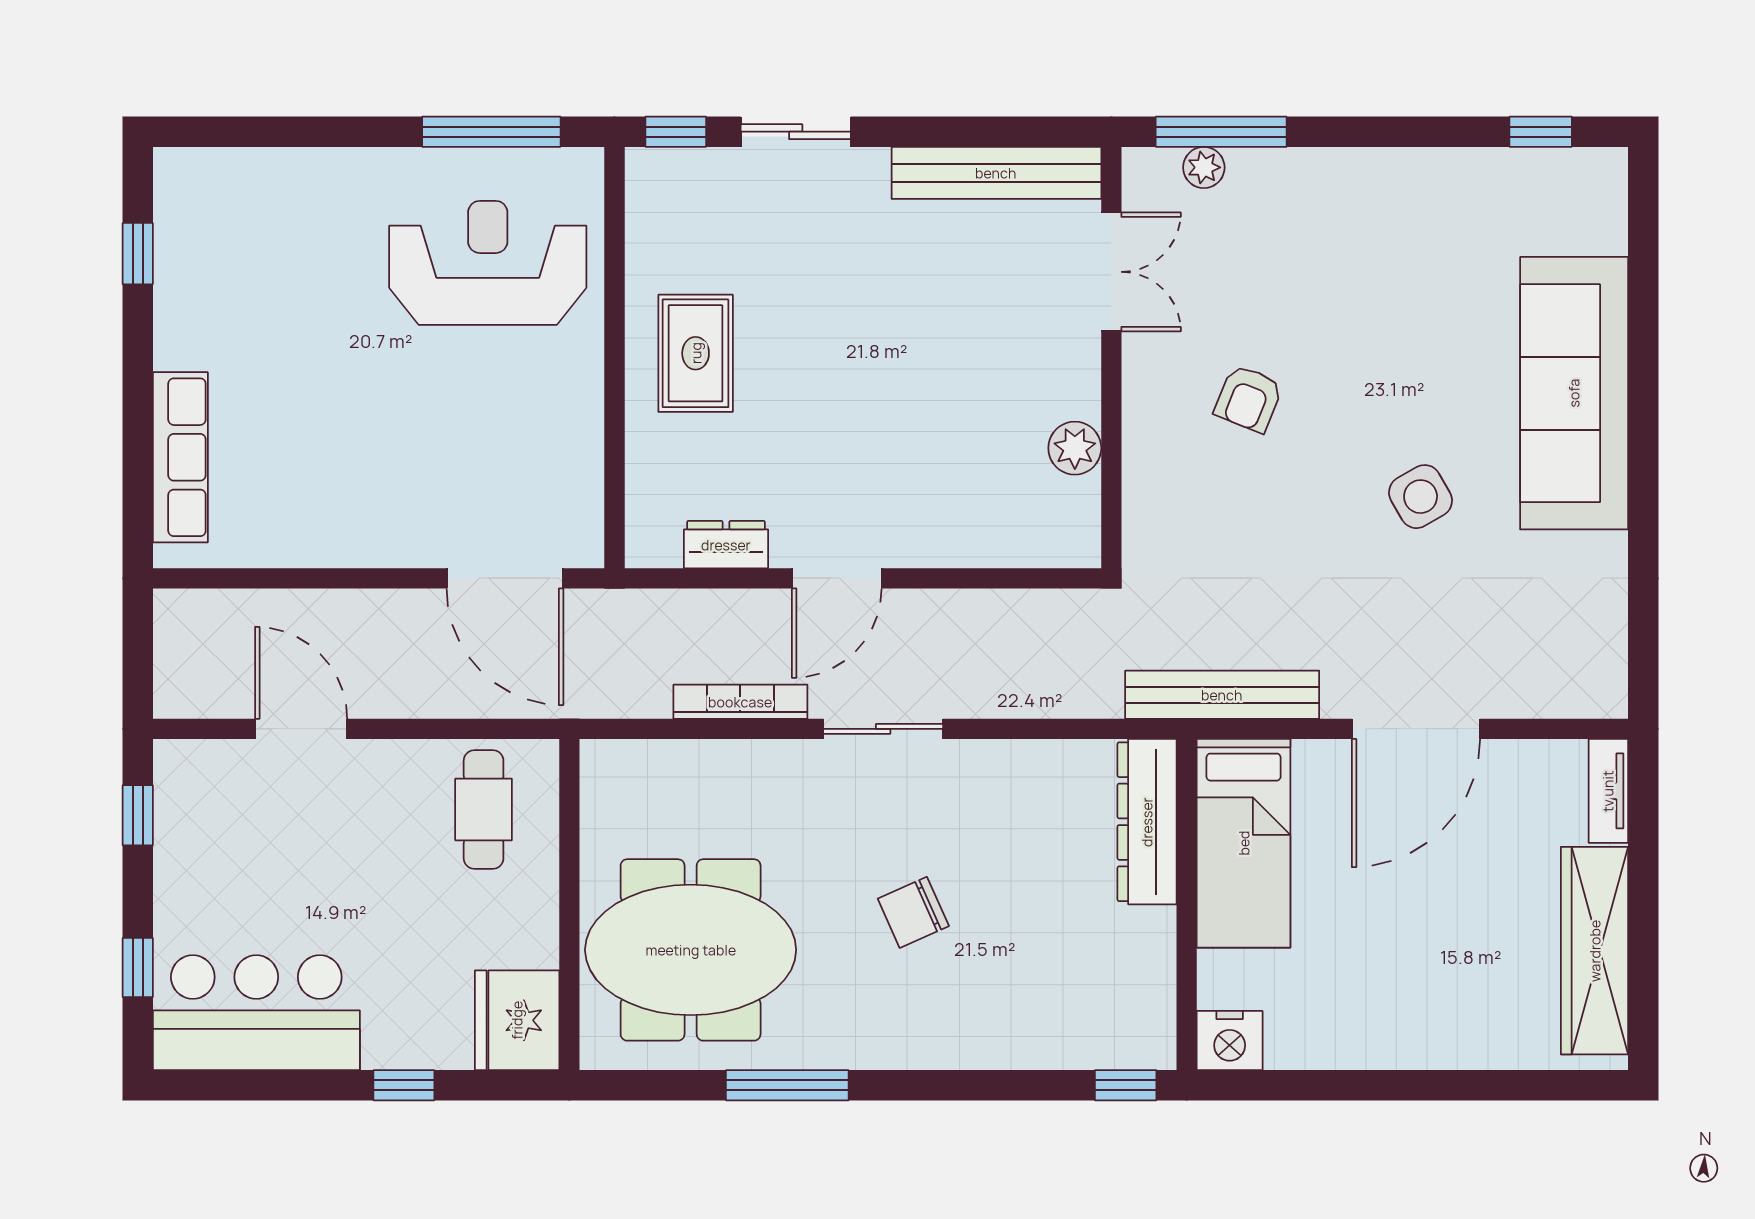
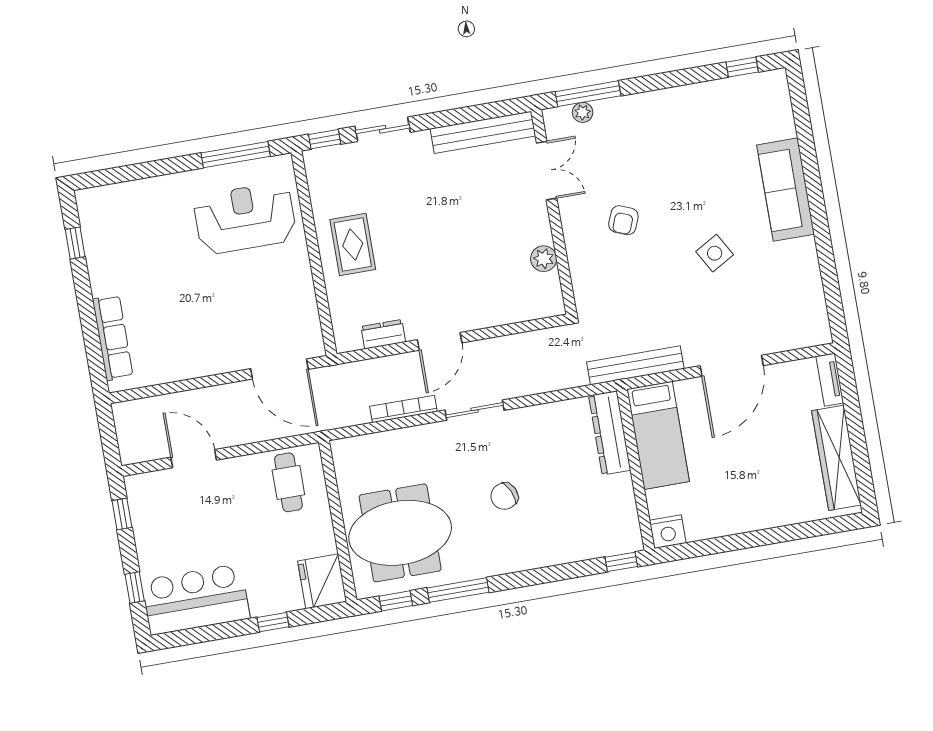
sofa: (1574, 393) -> (786, 190), width x0.74, depth x0.79
window: (658, 1085) -> (396, 601), added

